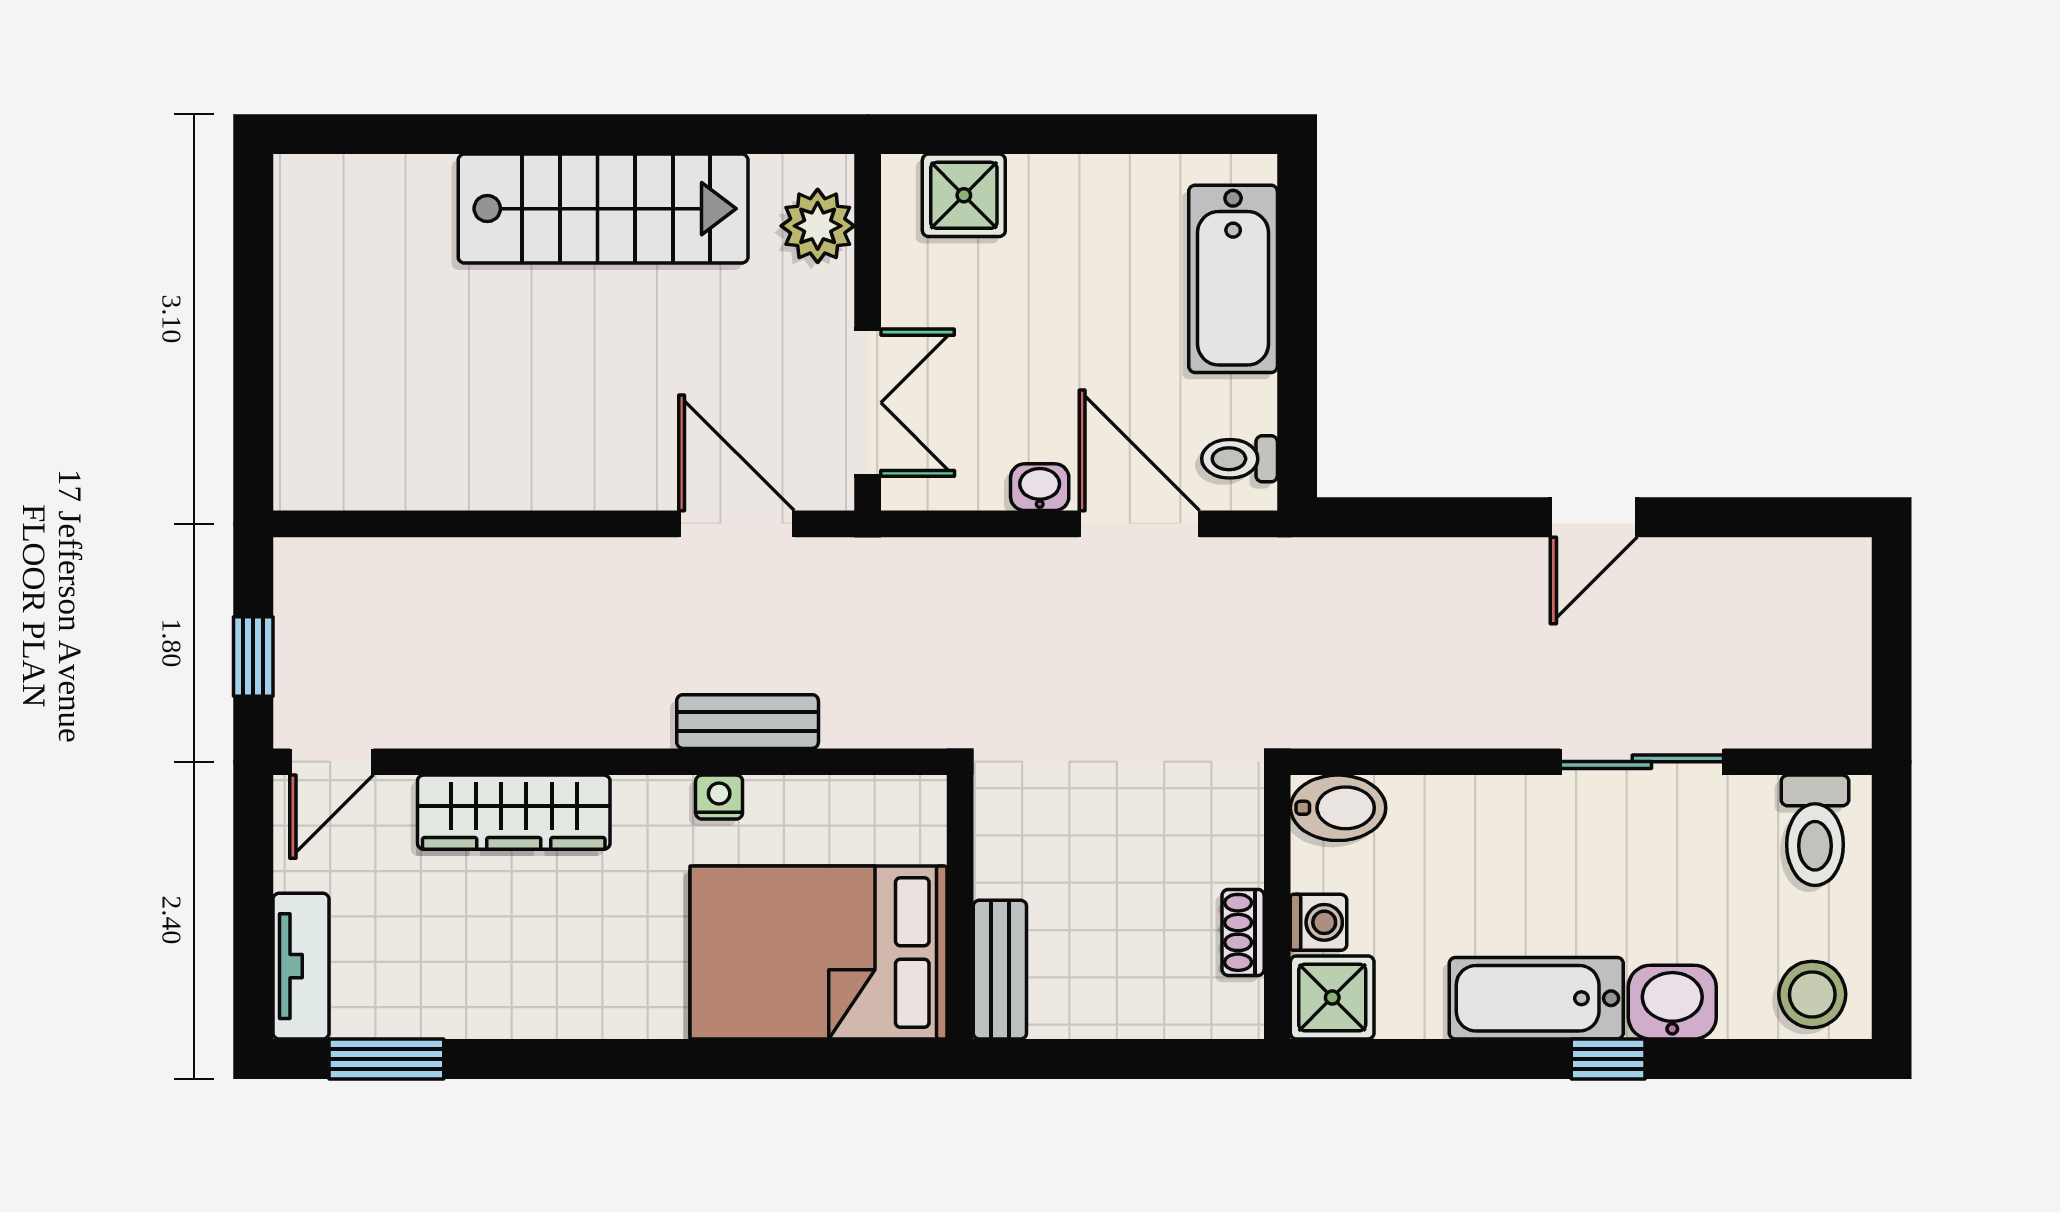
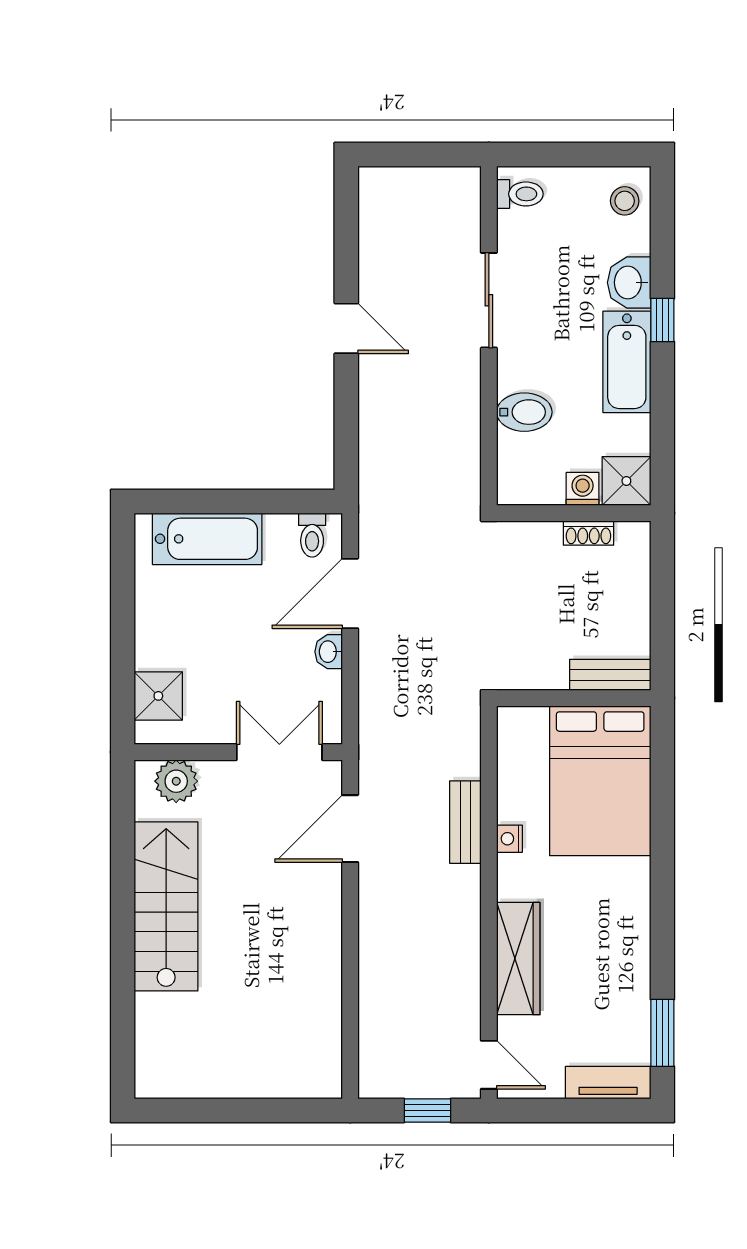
bidet: (1338, 808) -> (524, 412), moved, turned 90
toilet: (1815, 830) -> (520, 194), width x0.73, depth x0.72
stool: (1812, 994) -> (625, 201), width x0.73, depth x0.73

